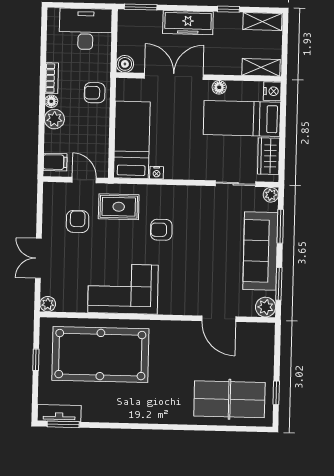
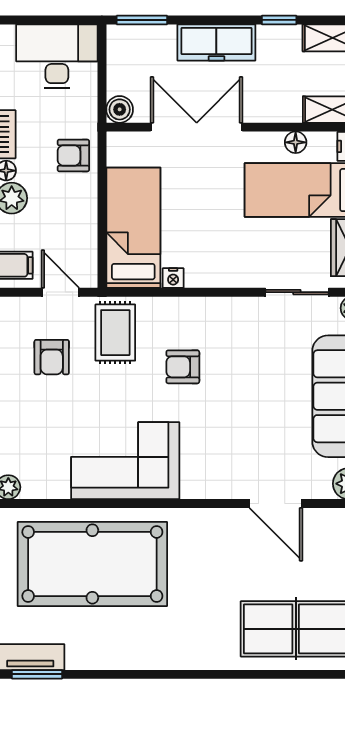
floor lamp: (219, 87) -> (296, 142), moved
rug: (119, 207) -> (115, 333), turned 90
armchair: (78, 221) -> (52, 357), turned 180

